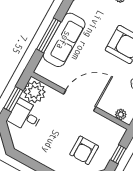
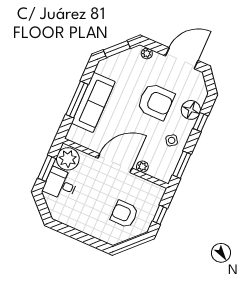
plant: (121, 114) -> (142, 167), moved
armchair: (84, 150) -> (124, 214), turned 90

